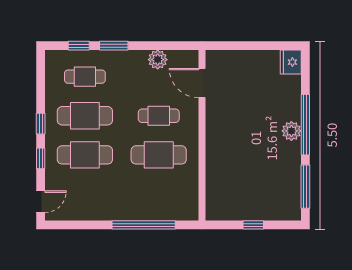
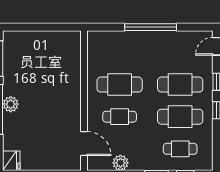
window: (144, 225) -> (151, 27), moved
window: (253, 225) -> (42, 27), removed

